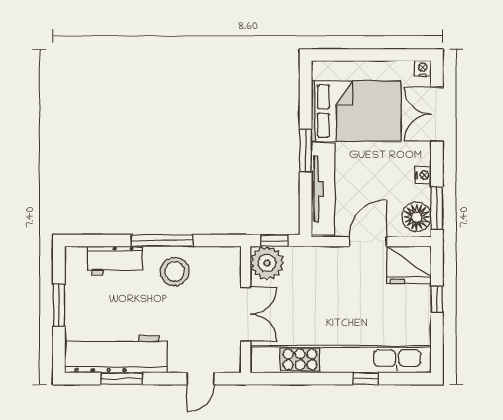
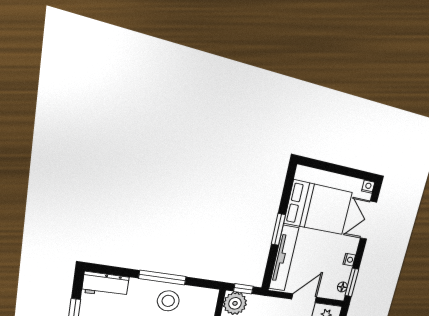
floor lamp: (417, 217) -> (342, 287), width x0.53, depth x0.53
workbench: (115, 260) -> (105, 285), moved

